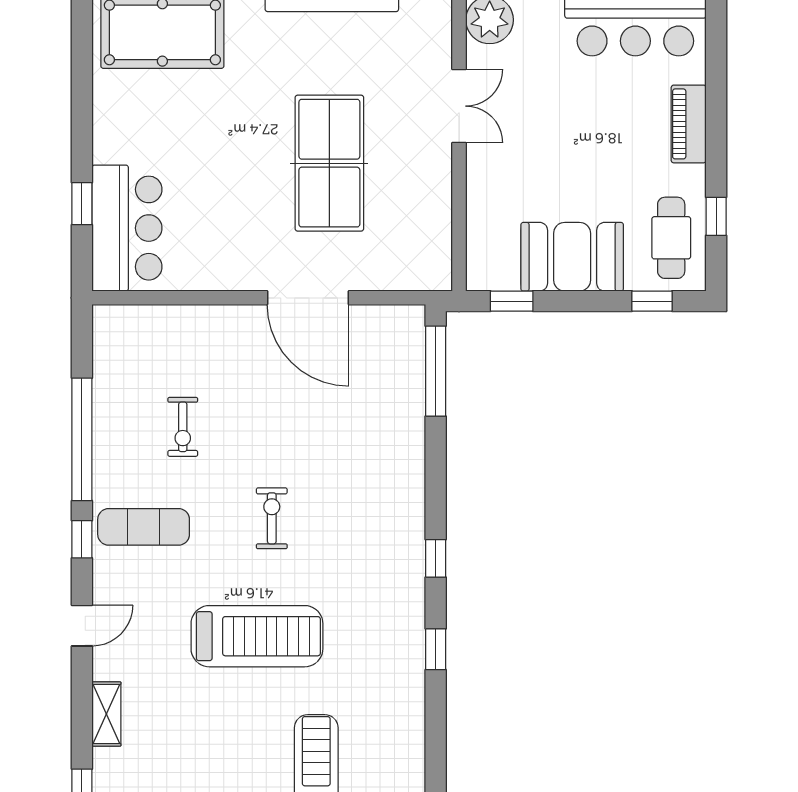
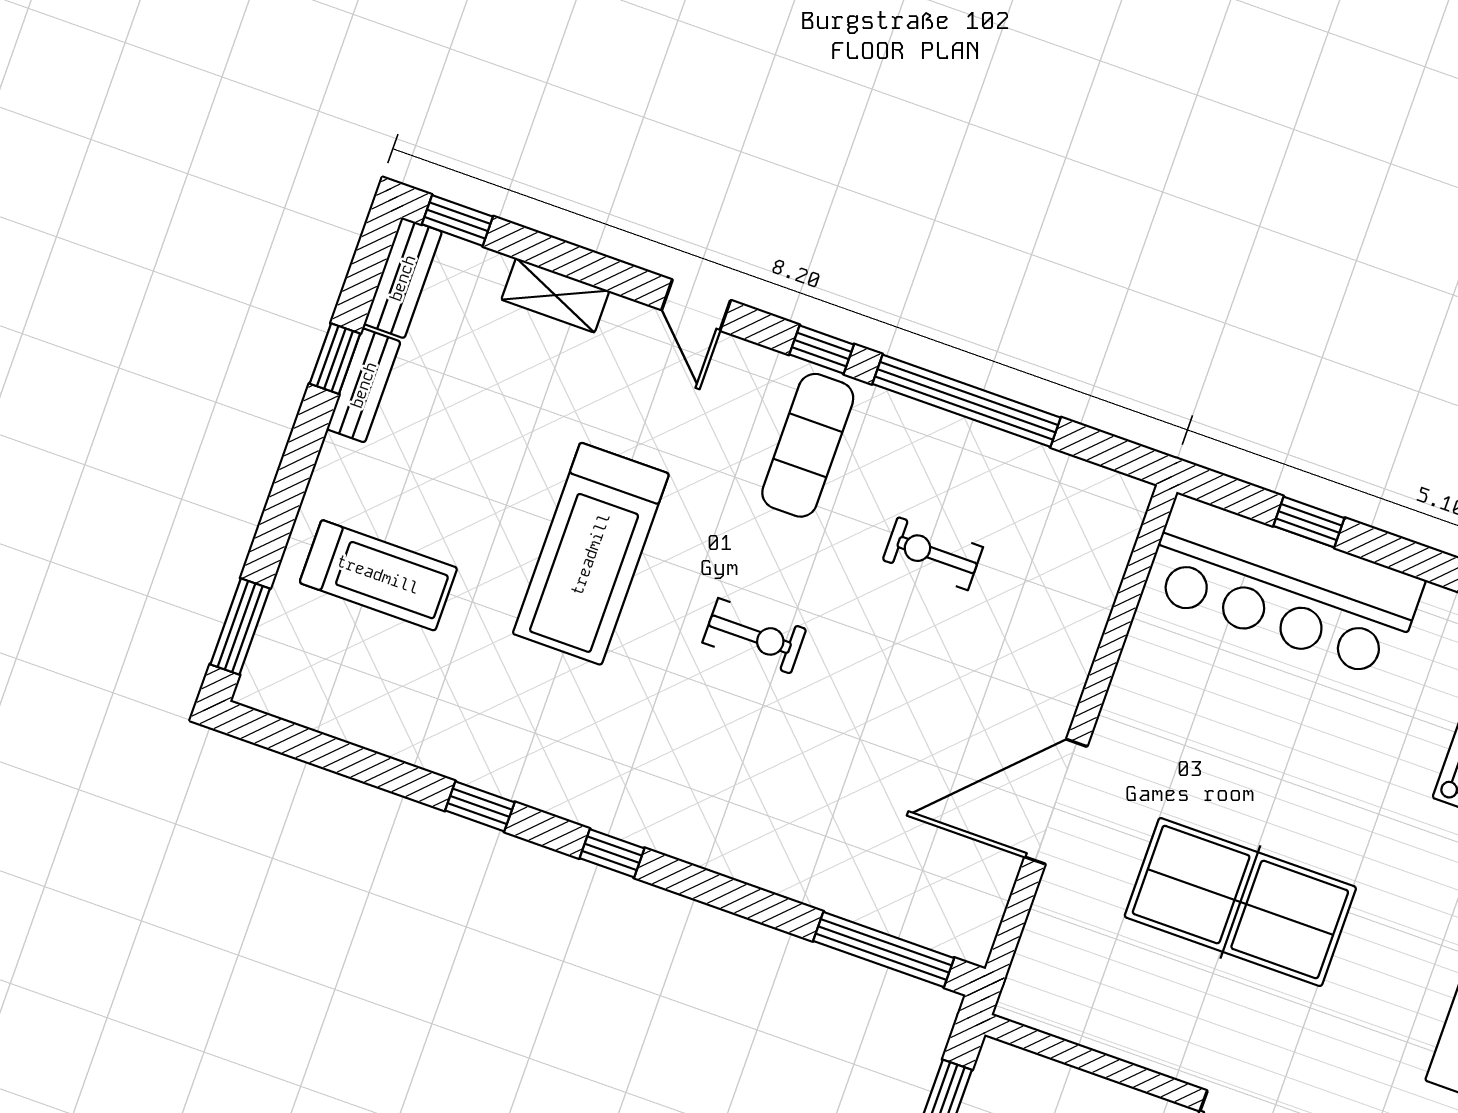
bar counter: (127, 228) -> (1283, 587), width x1.36

